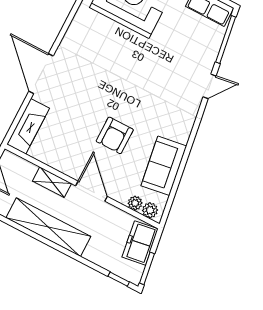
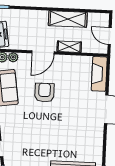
door: (91, 191) -> (43, 52), hinge flipped
shelving: (48, 227) -> (68, 19), width x0.68

